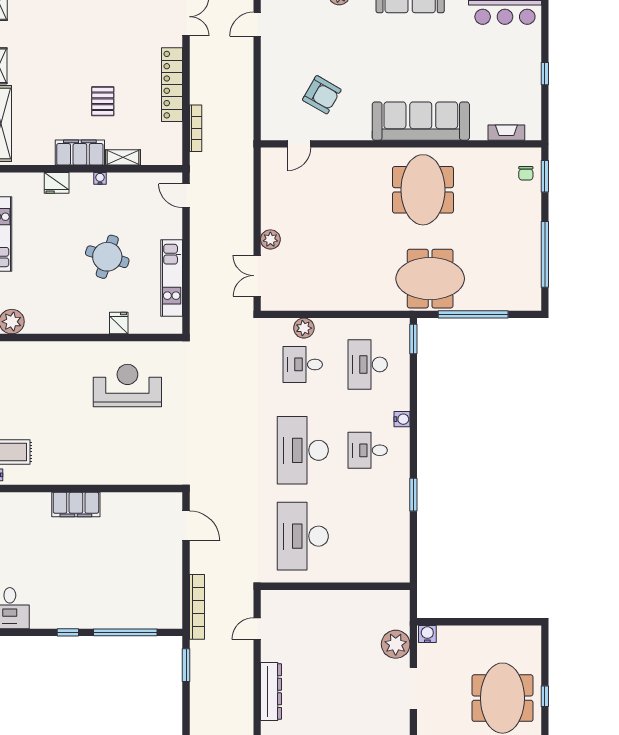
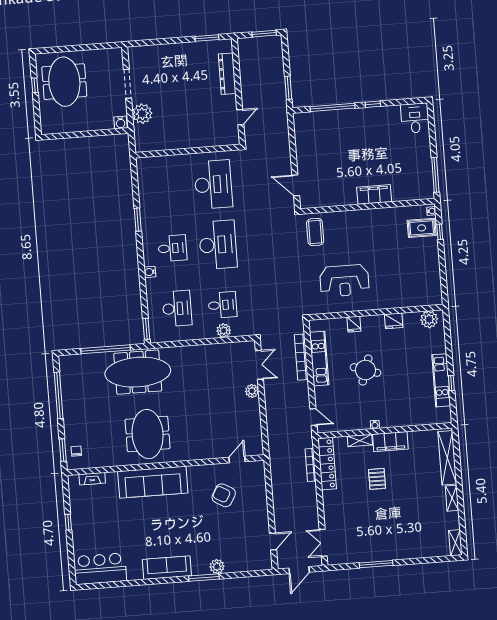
locker: (172, 85) -> (327, 464), moved
fridge: (57, 183) -> (394, 321), moved, turned 180
meeting table: (430, 279) -> (138, 372), width x1.36
coffee table: (164, 458) -> (315, 232), added
bookcase: (197, 607) -> (301, 357), moved

